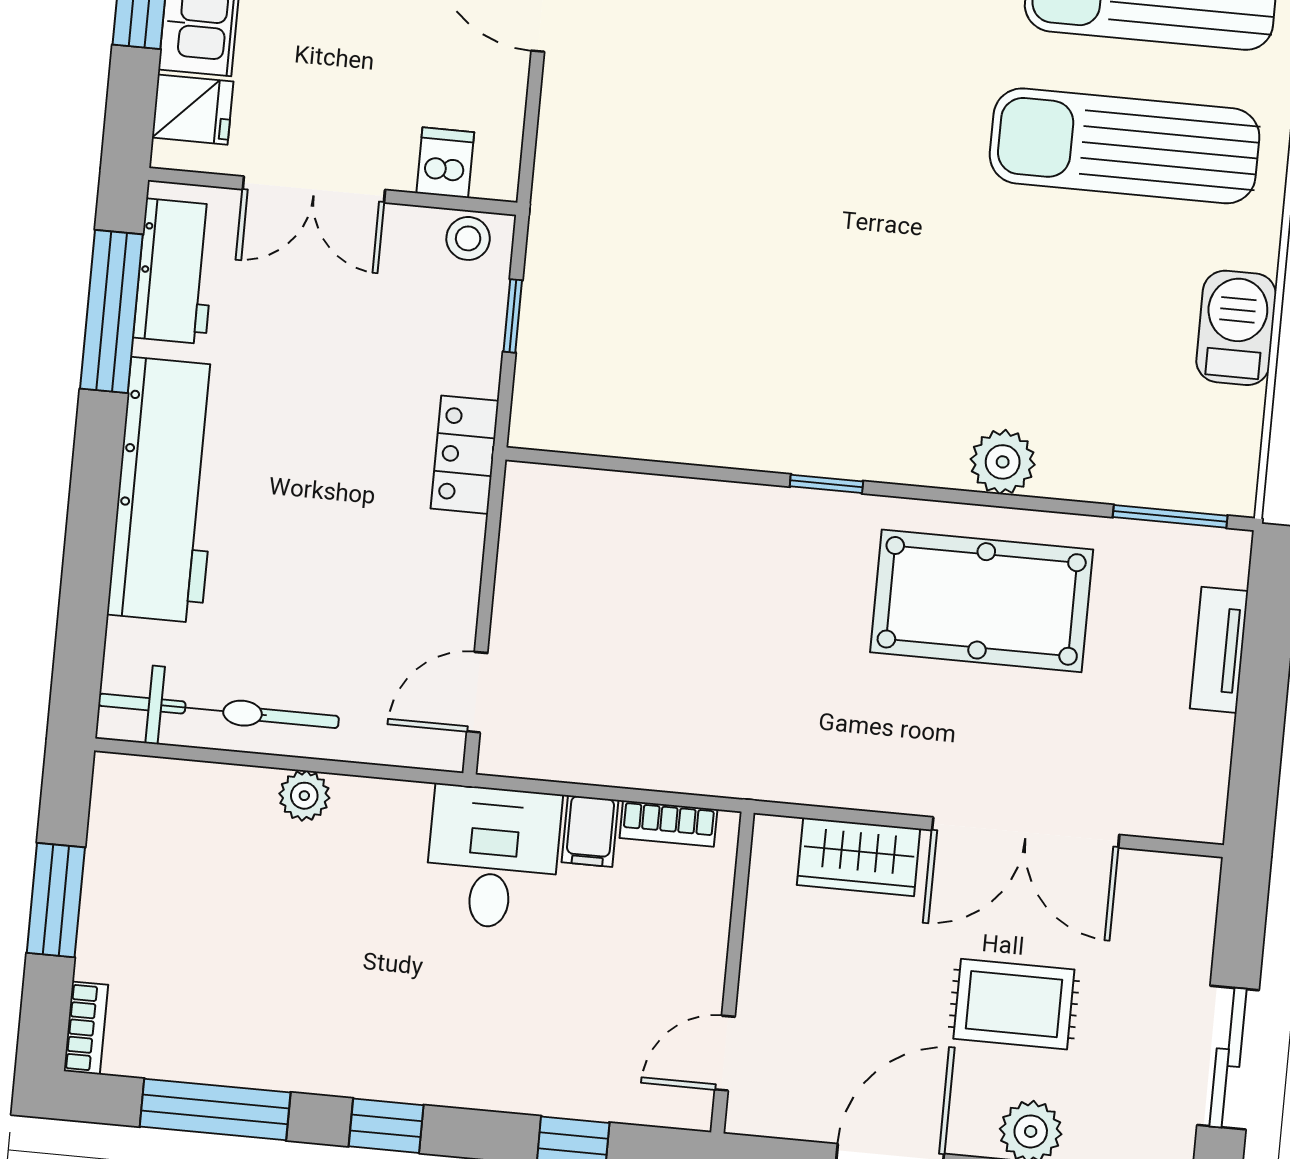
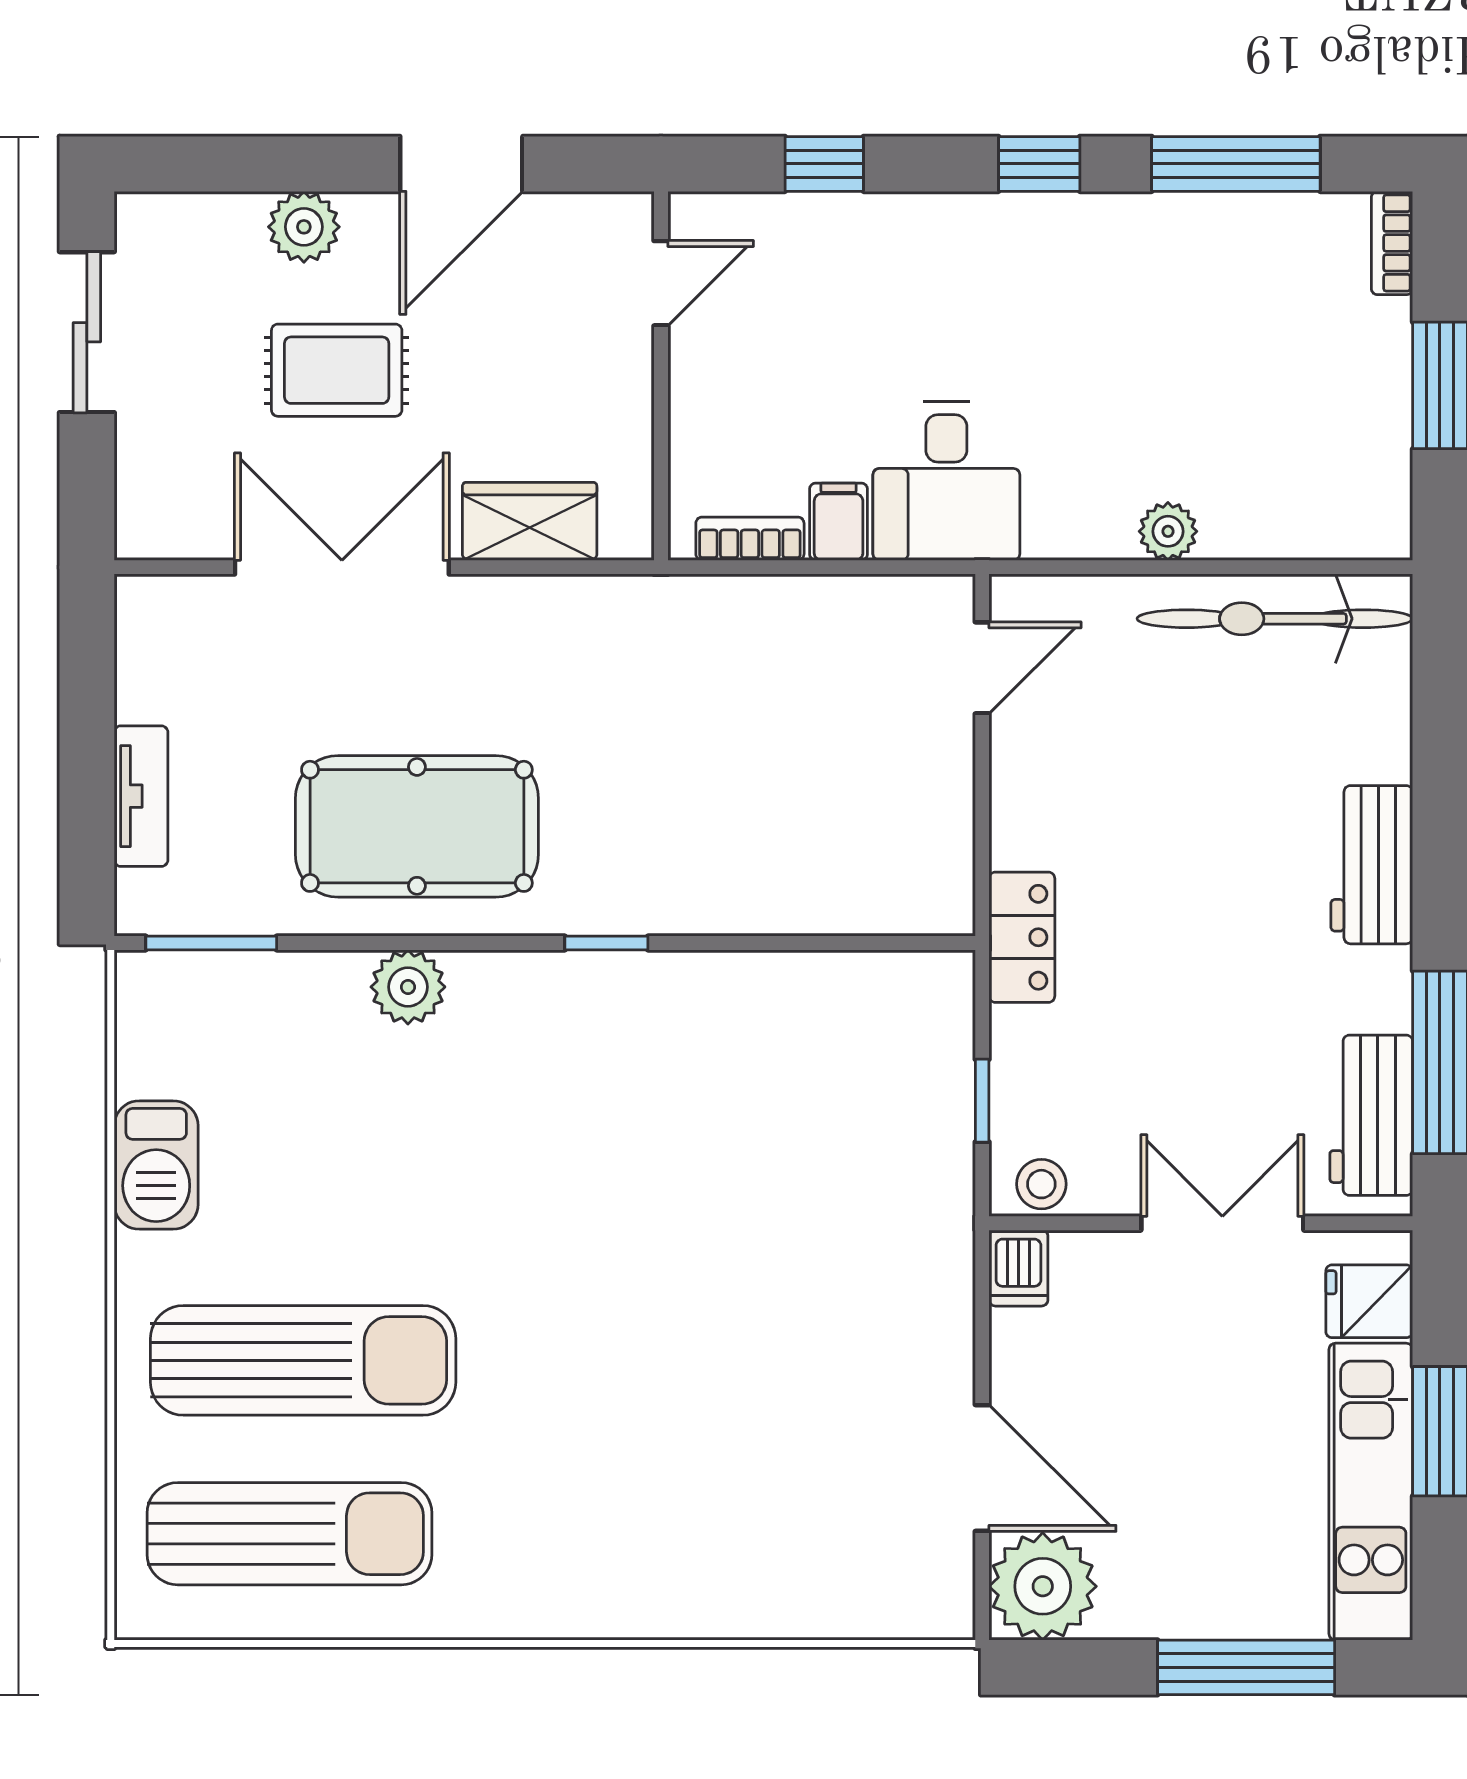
dishwasher: (445, 163) -> (1018, 1268), moved
workbench: (166, 490) -> (1372, 865), width x0.53, depth x0.76

